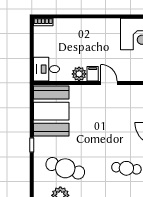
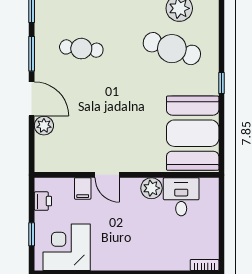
desk: (47, 69) -> (181, 197), moved, turned -90
filing cabinet: (93, 74) -> (83, 188), moved

